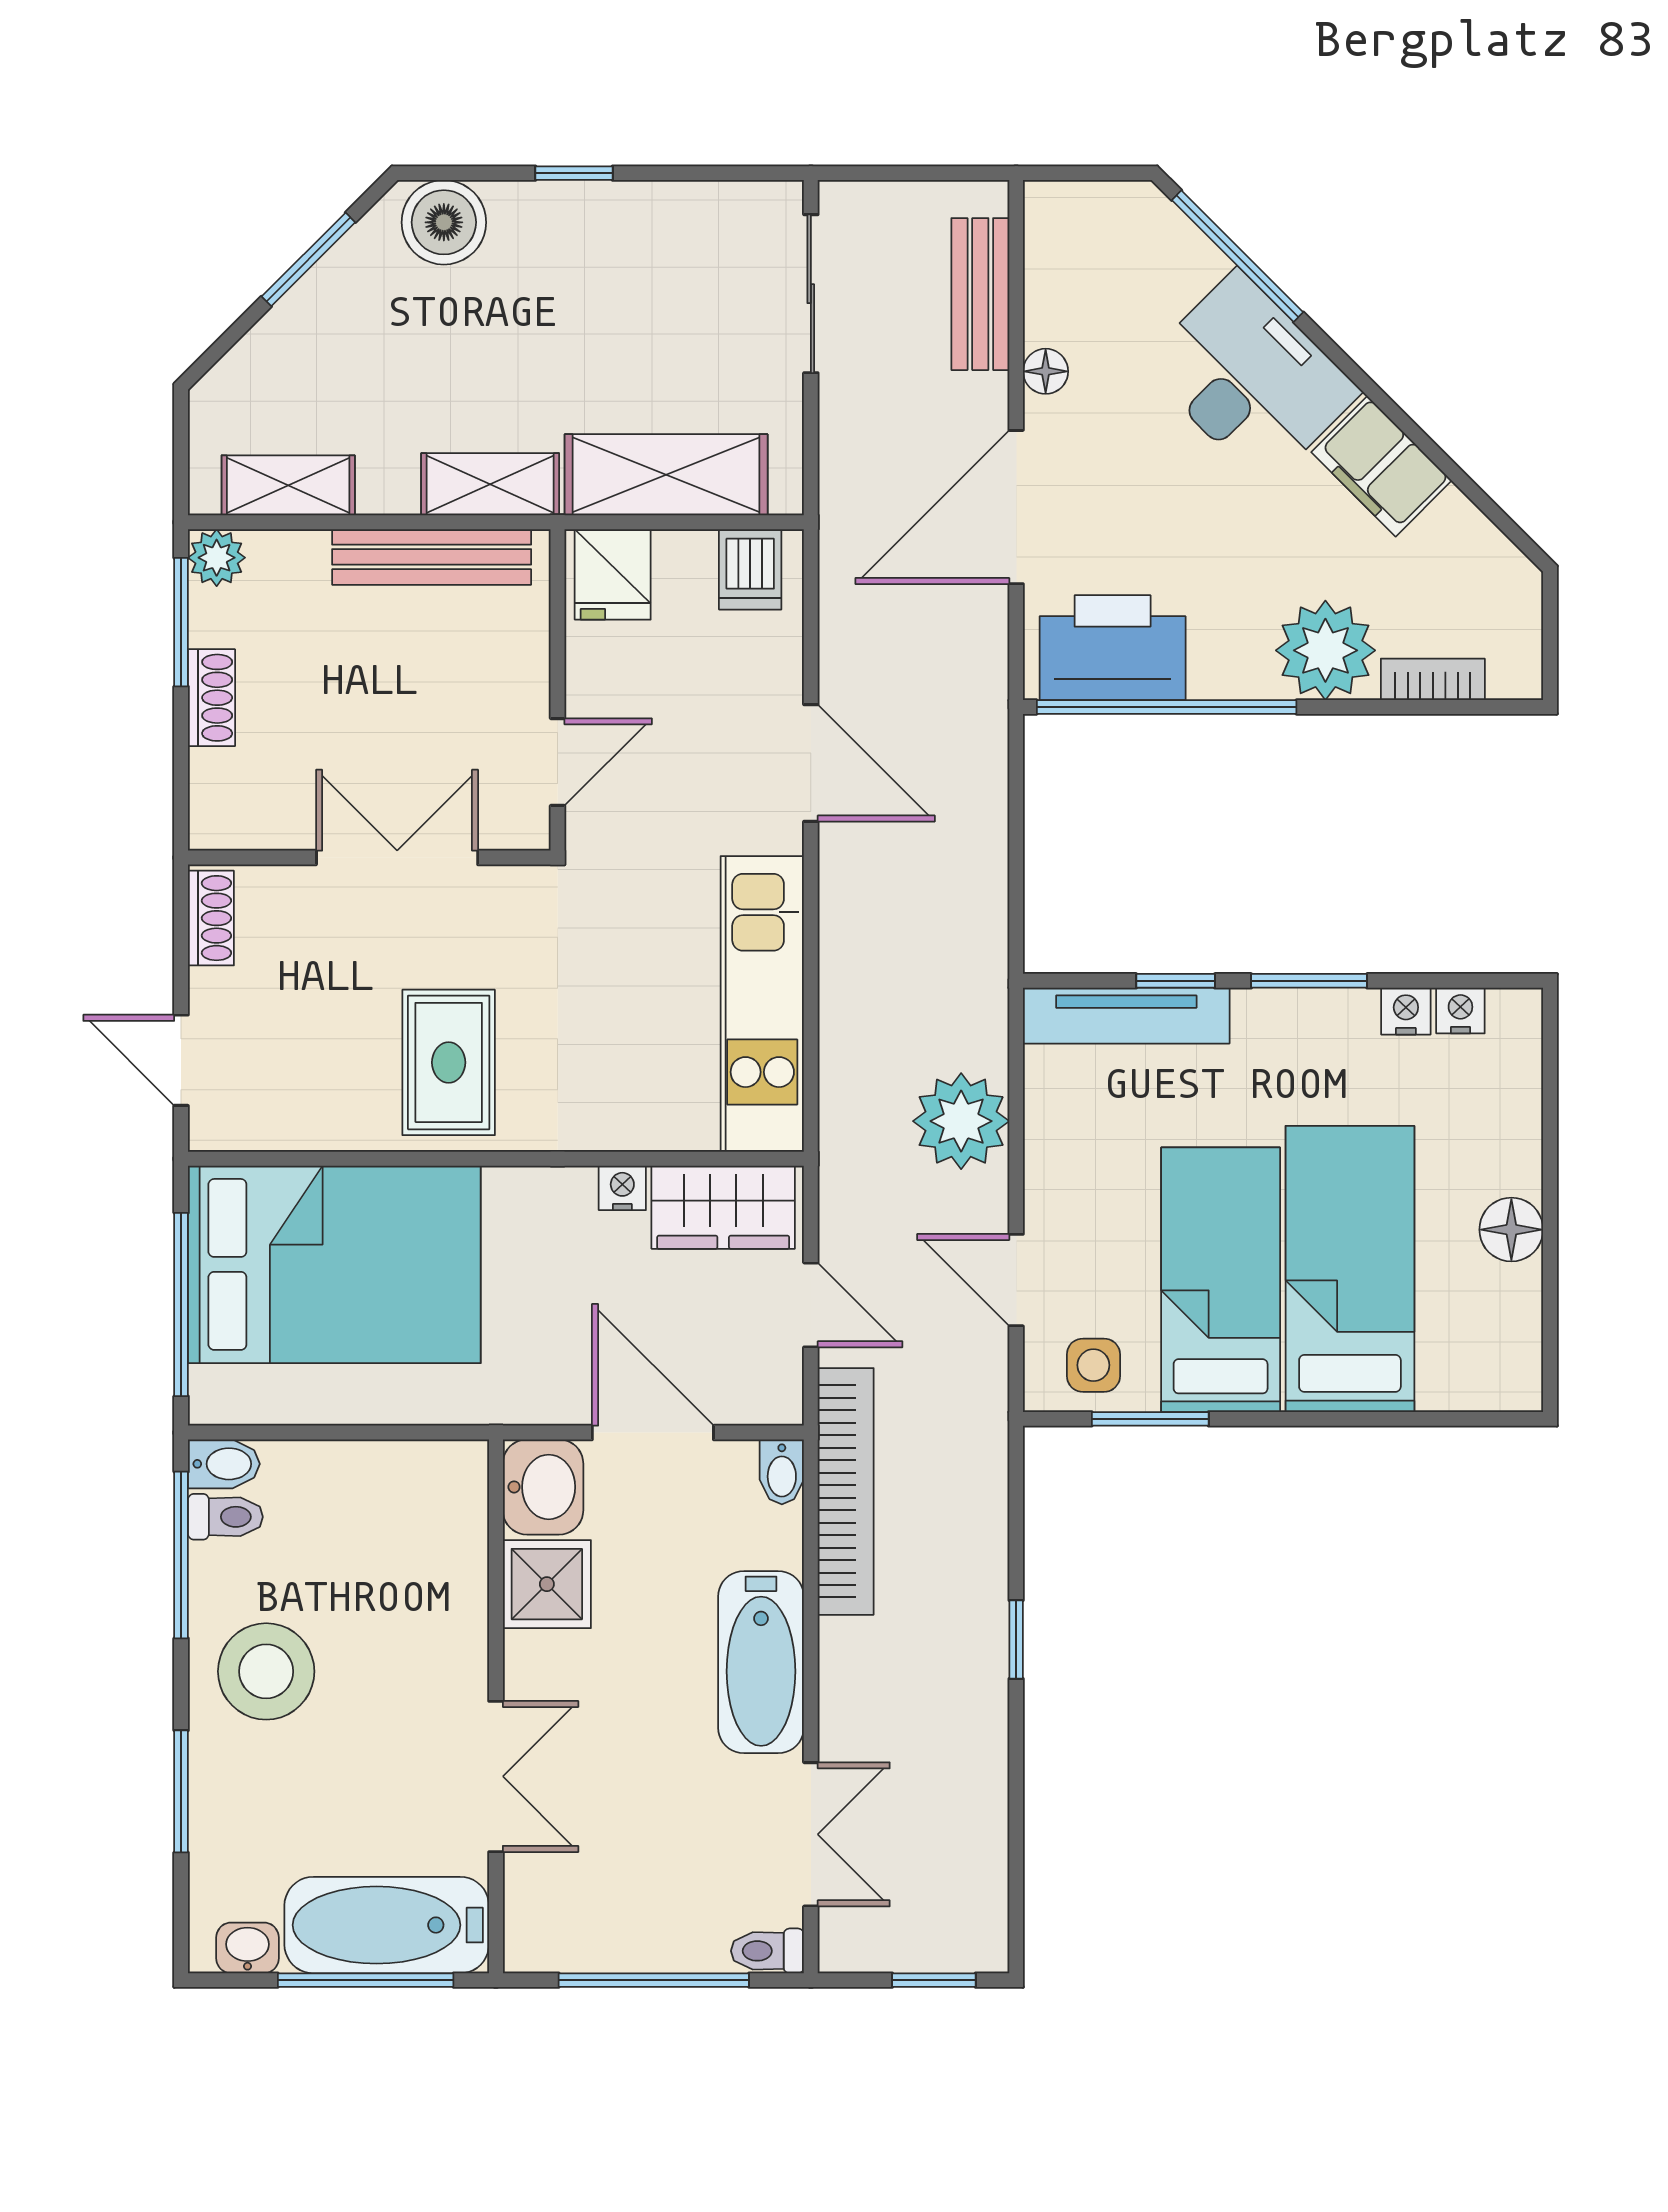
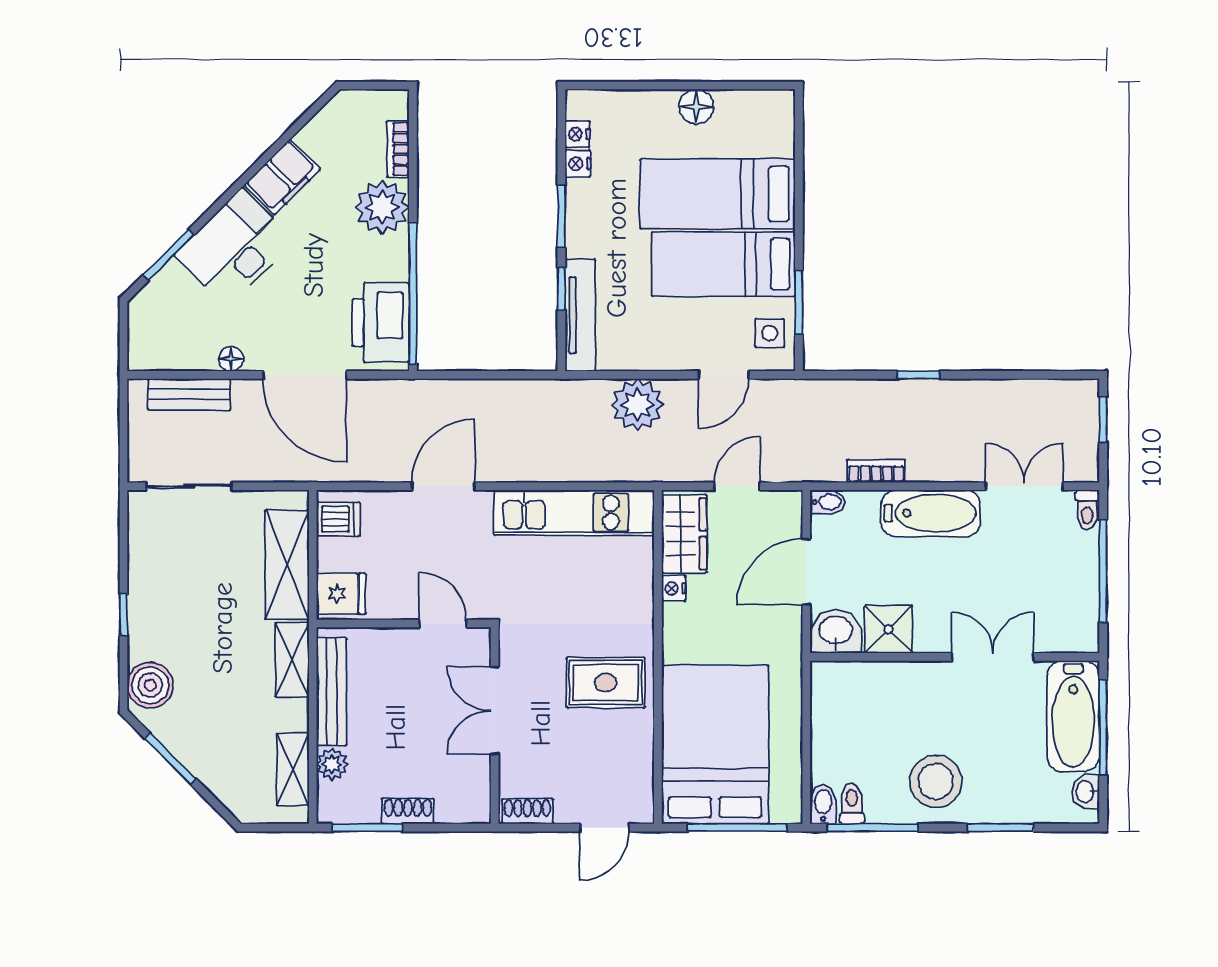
window: (1237, 256) -> (169, 255), width x0.69
plant: (217, 558) -> (332, 764), moved
bookcase: (846, 1491) -> (876, 471), width x0.43, depth x0.76

